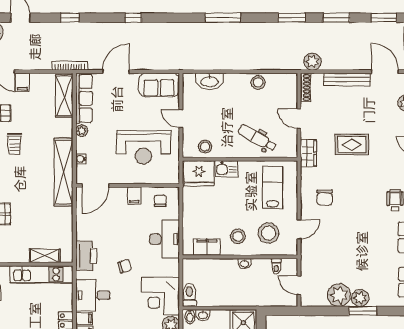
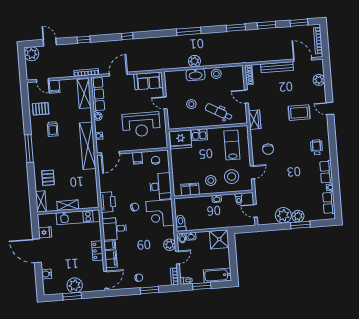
plant: (313, 62) -> (194, 61), moved
washbasin: (210, 81) -> (196, 75), moved
rug: (352, 145) -> (299, 113), moved
stool: (205, 147) -> (191, 104), moved
shelving: (45, 256) -> (68, 205), moved
corner desk: (160, 296) -> (160, 213), moved

